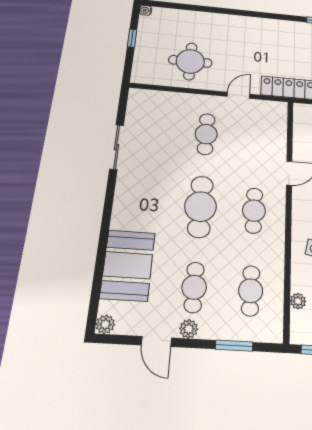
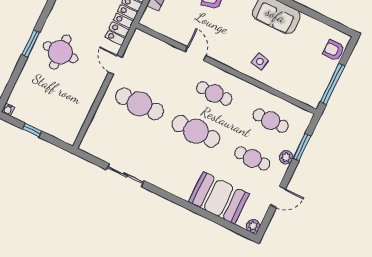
window: (224, 11) -> (31, 43), added
round table: (190, 61) -> (60, 52), moved
cafe table: (206, 134) -> (140, 104), width x1.37, depth x1.35
plant: (298, 301) -> (291, 91), removed
plant: (189, 329) -> (286, 157), moved

